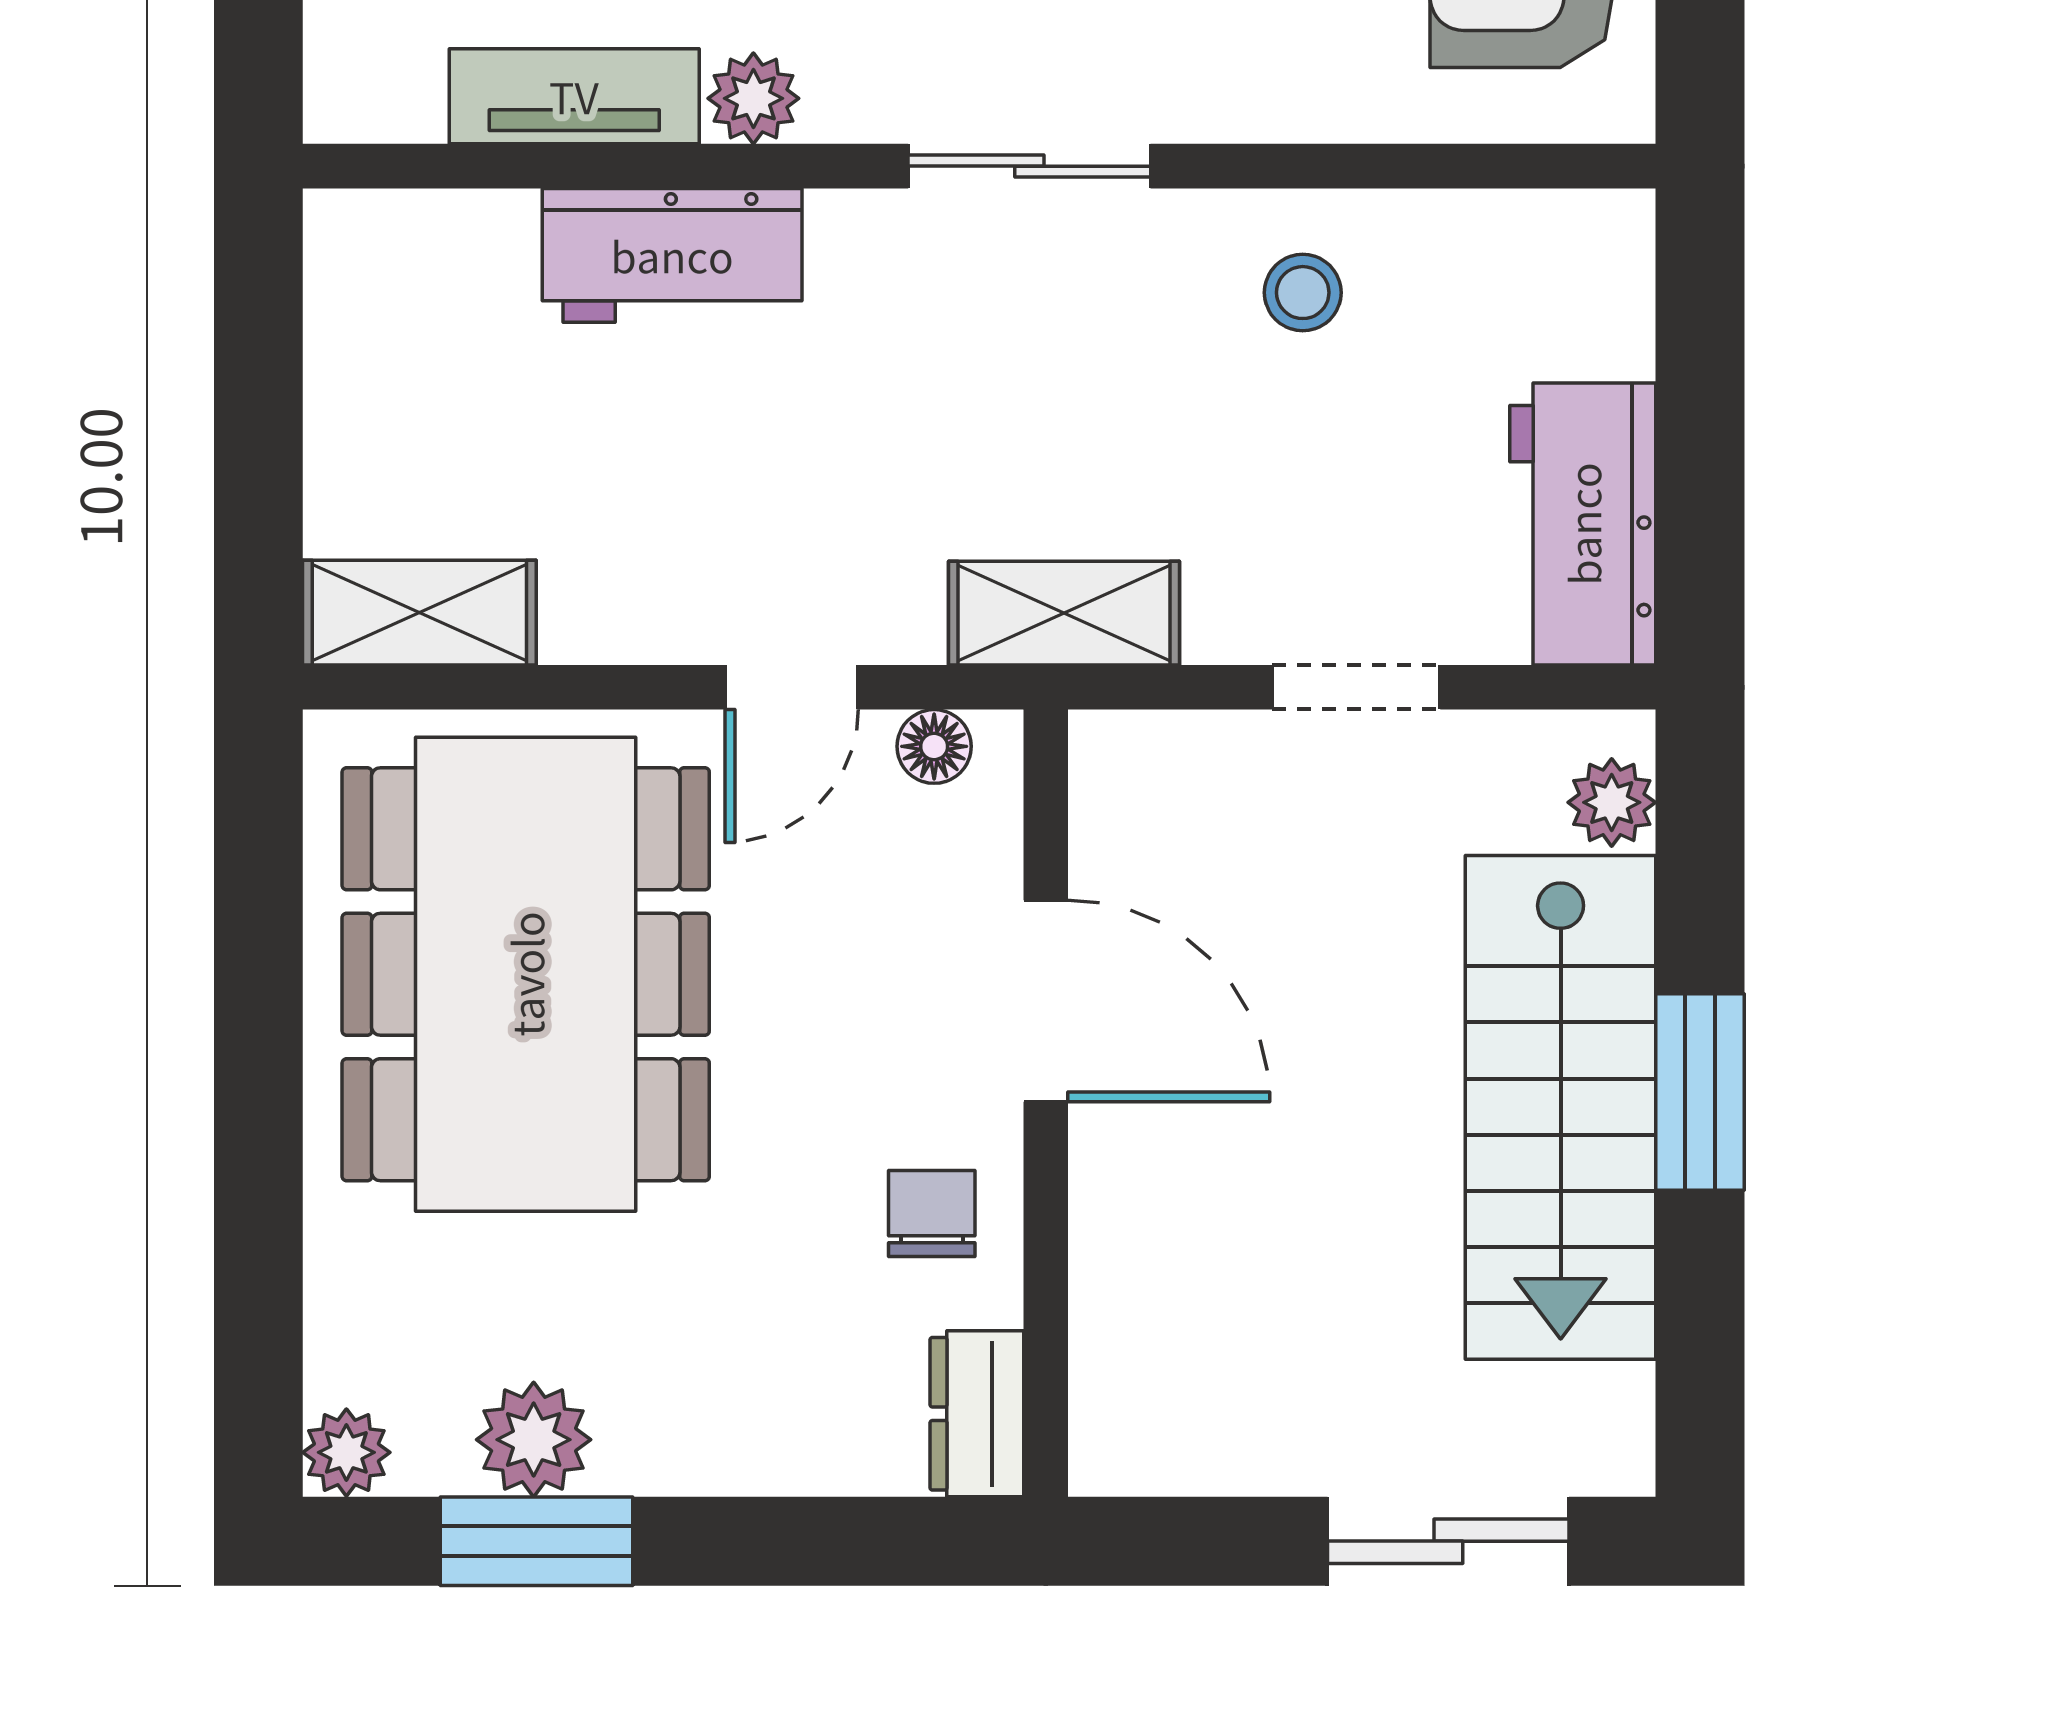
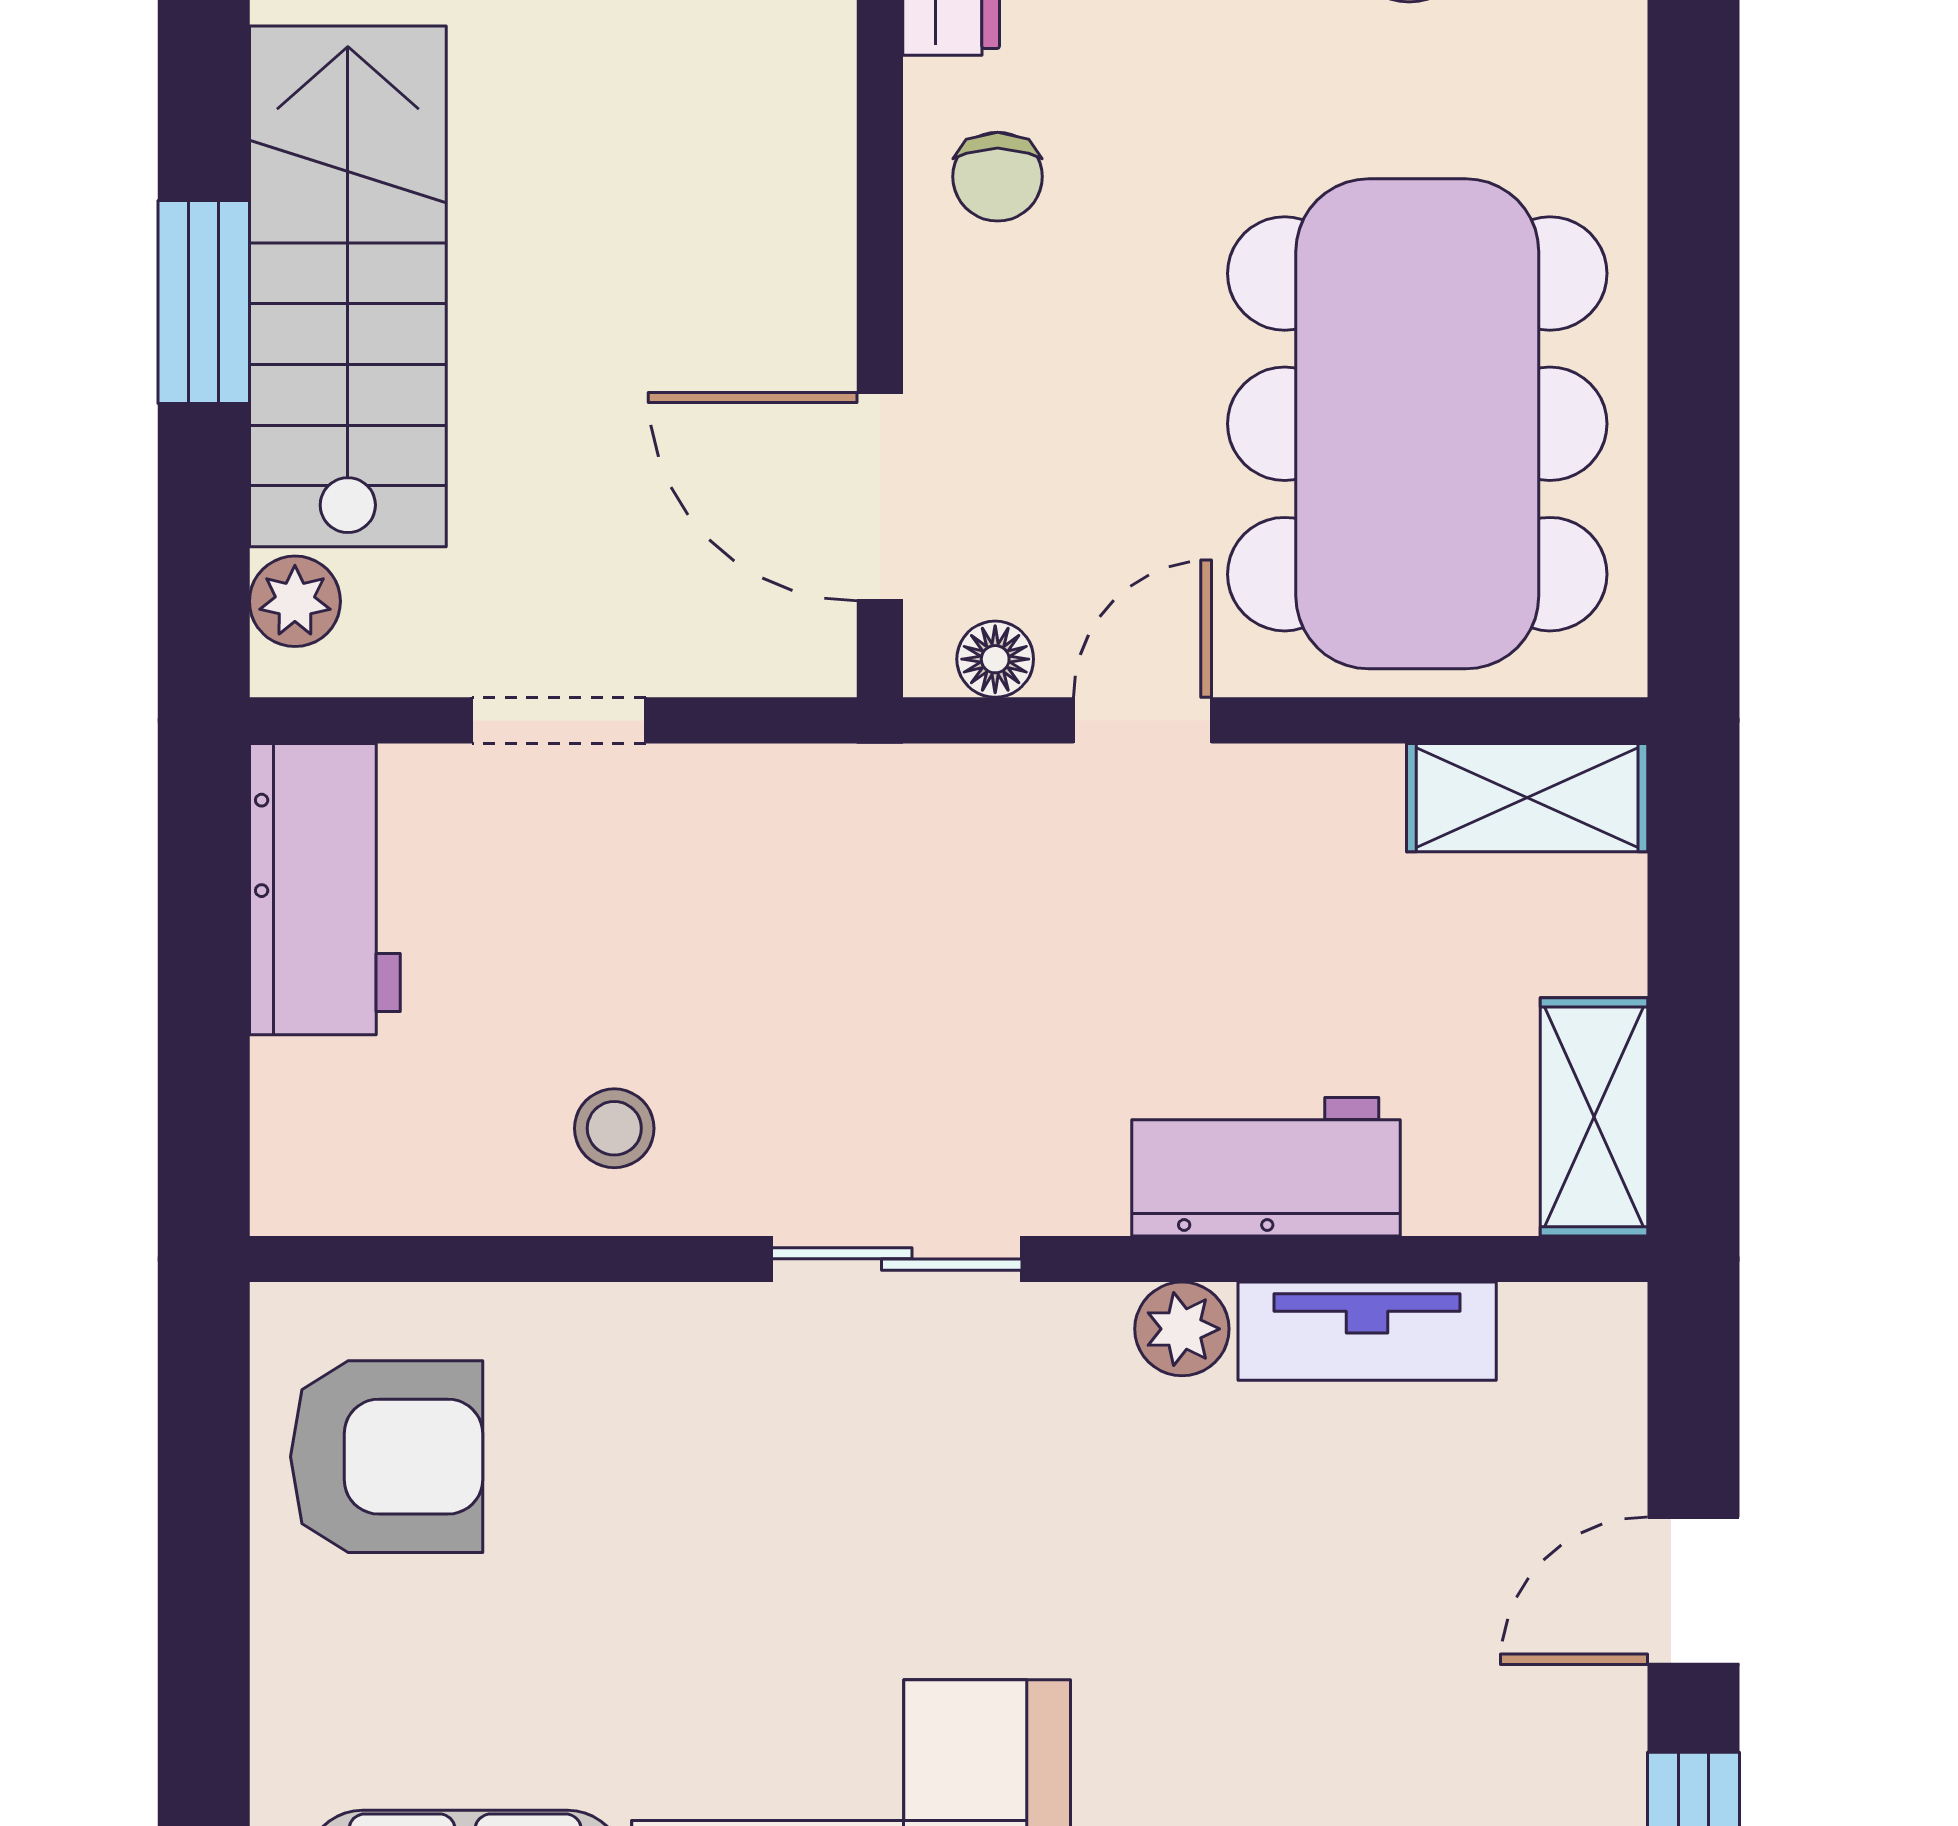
shelving: (1064, 613) -> (1594, 1117), moved, turned 90
door: (1046, 1001) -> (880, 497), moved

